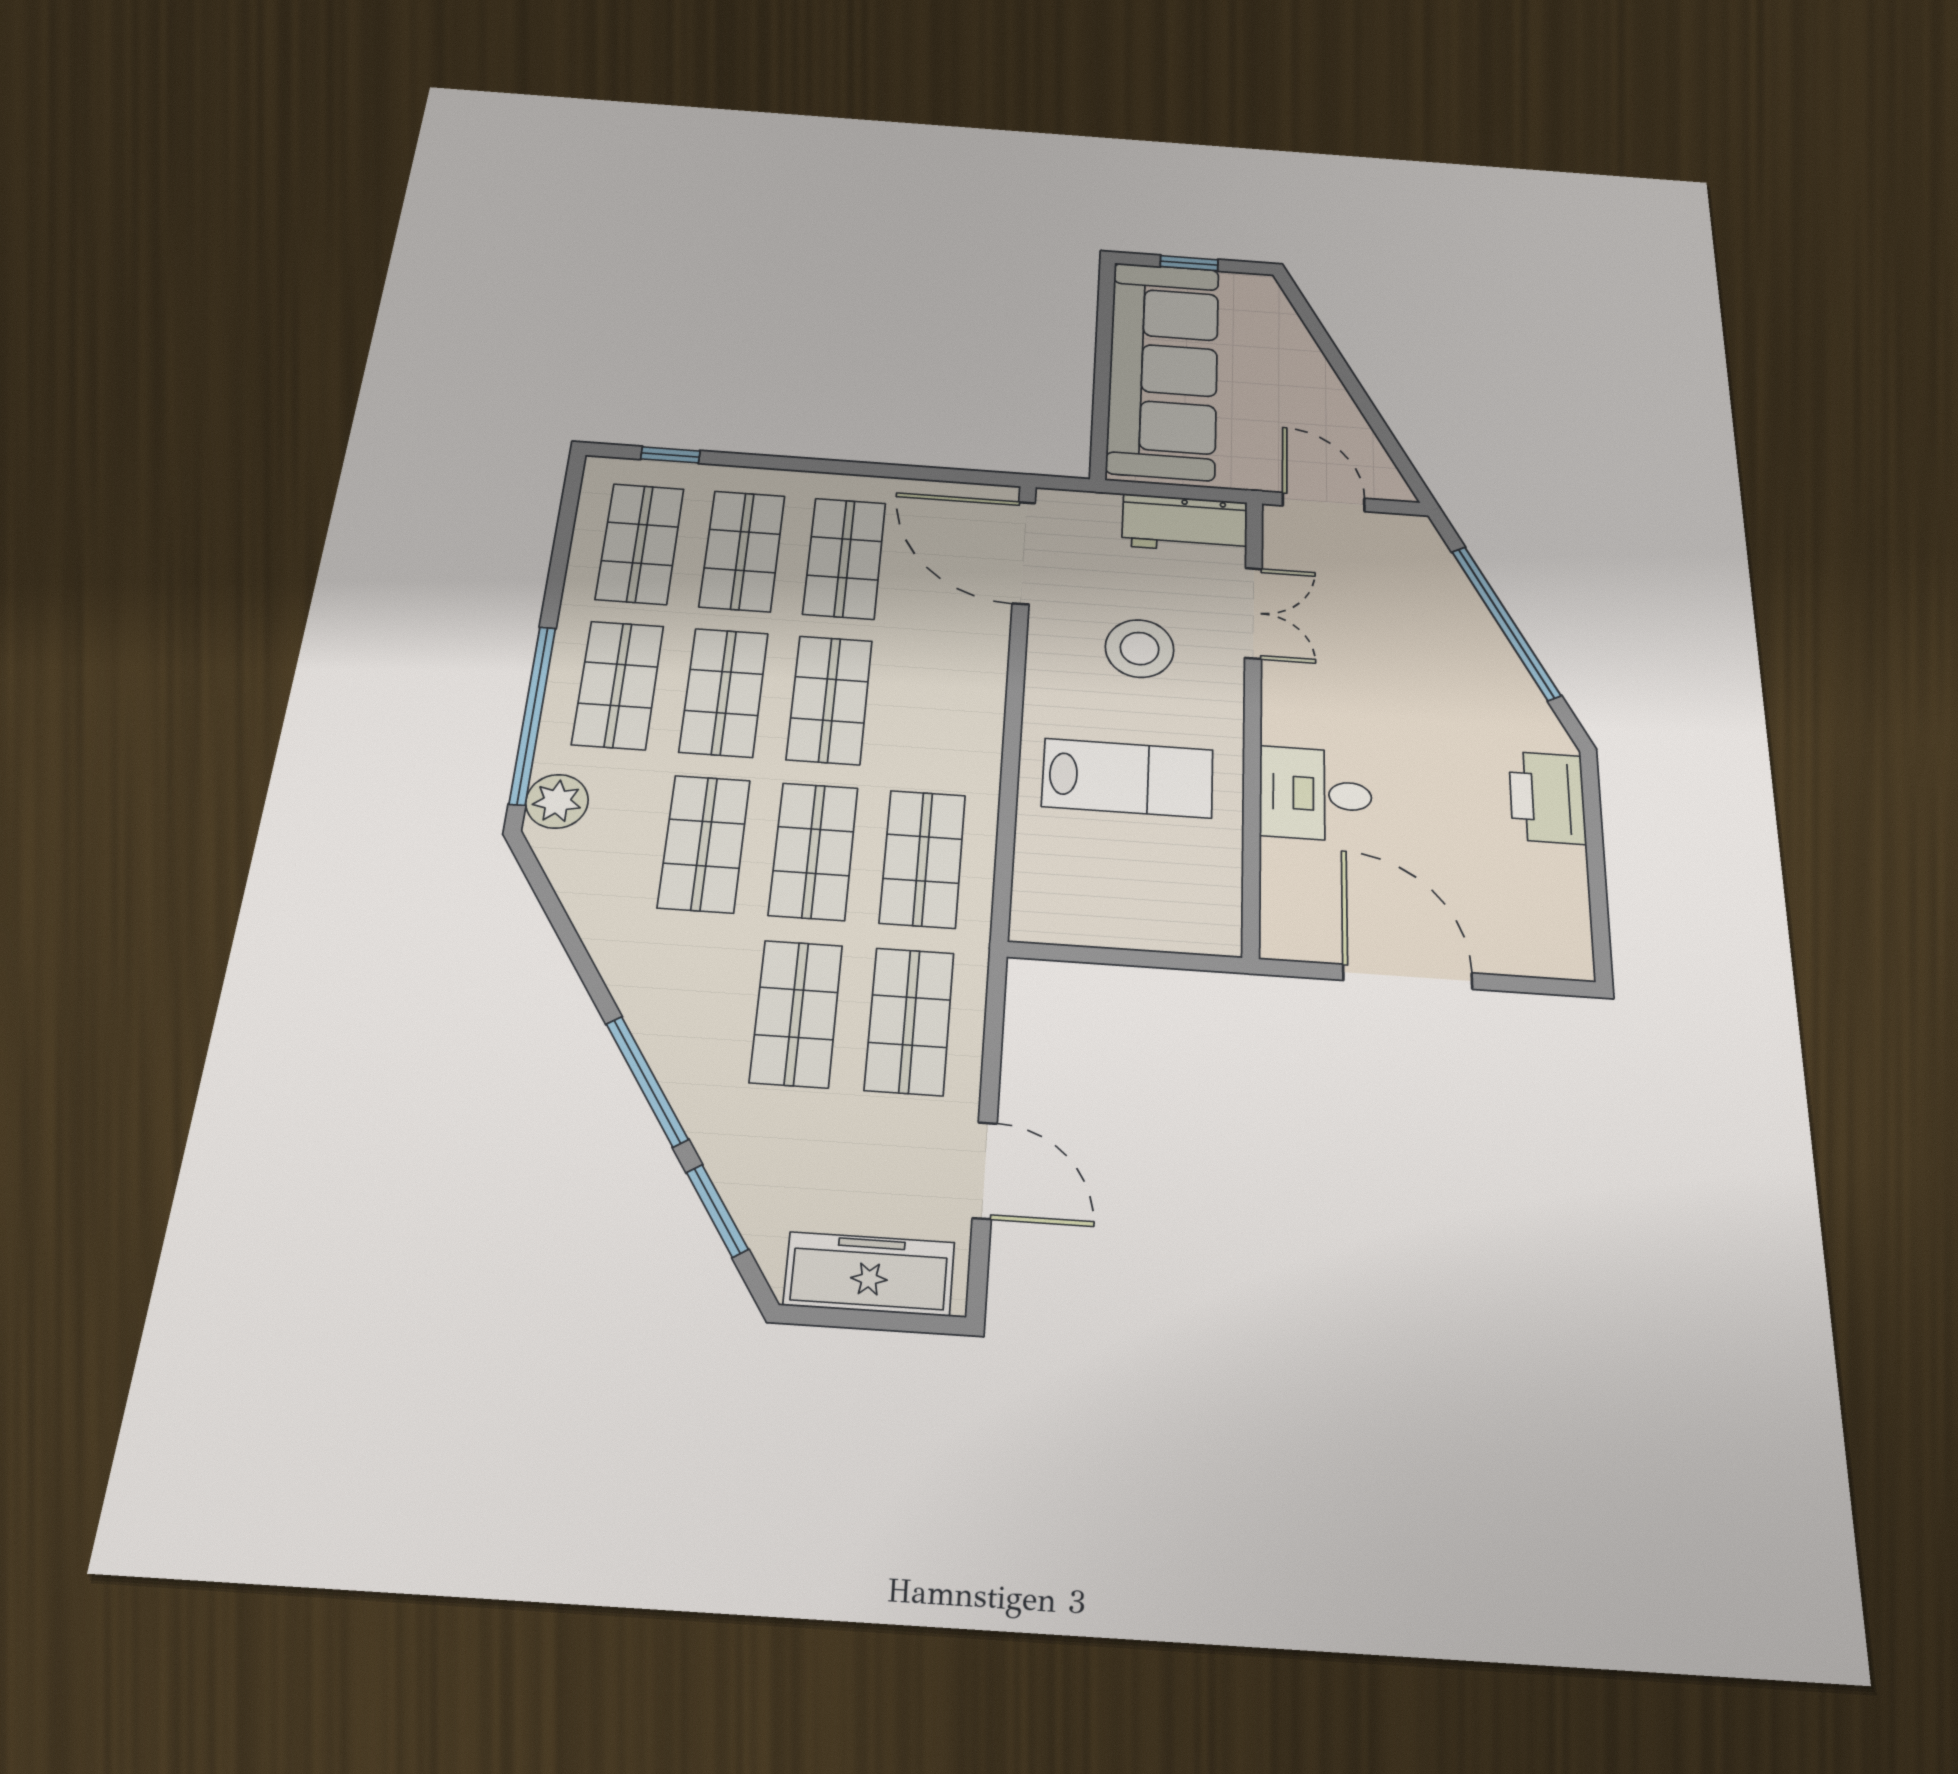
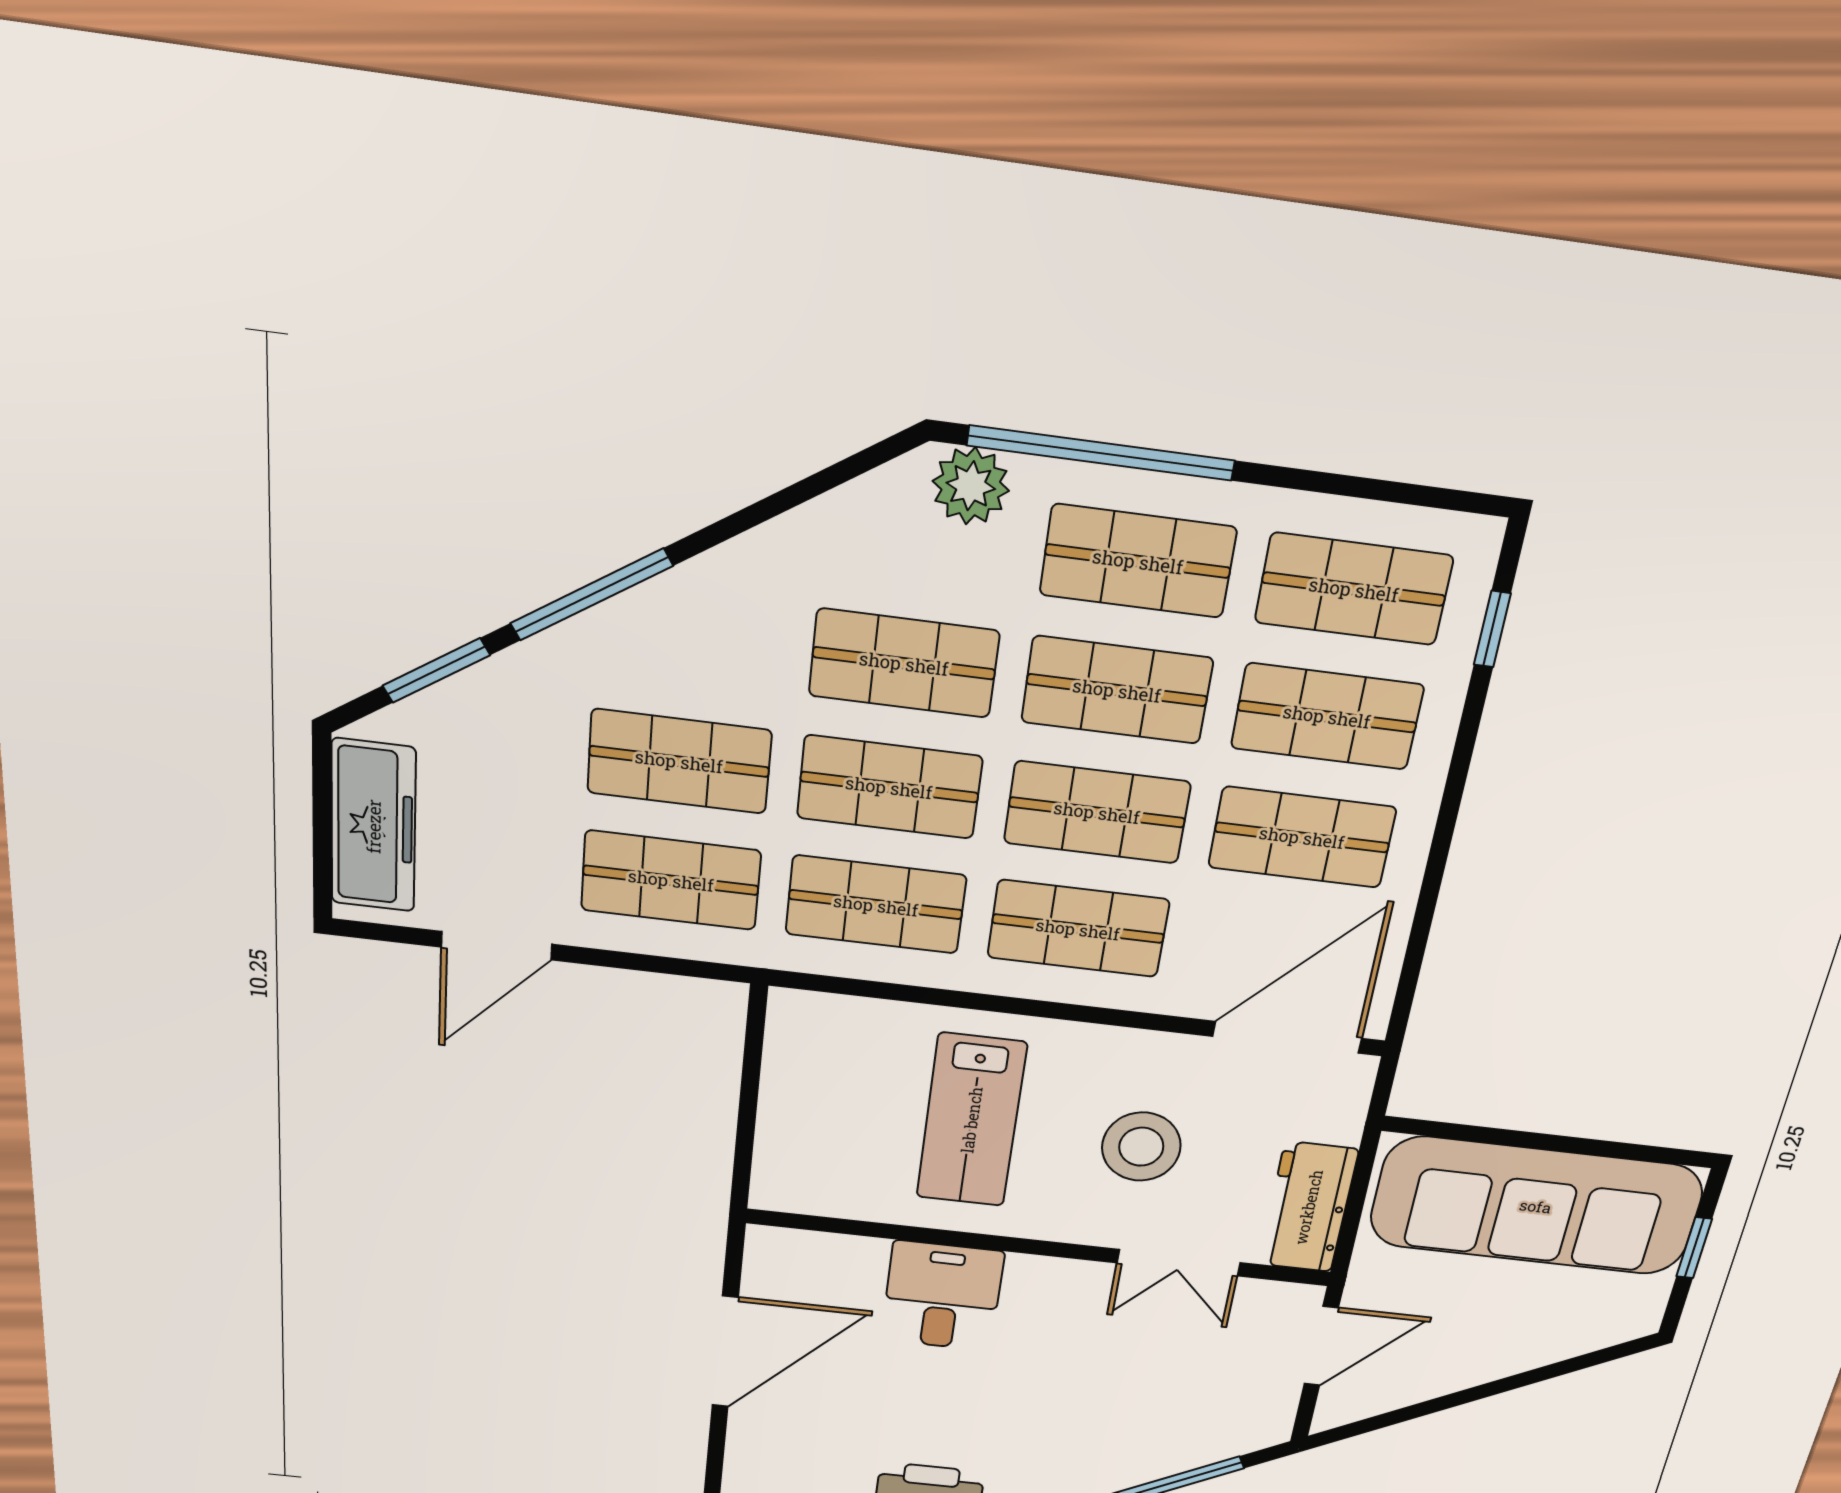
shop shelf: (935, 707) -> (1078, 929), added

